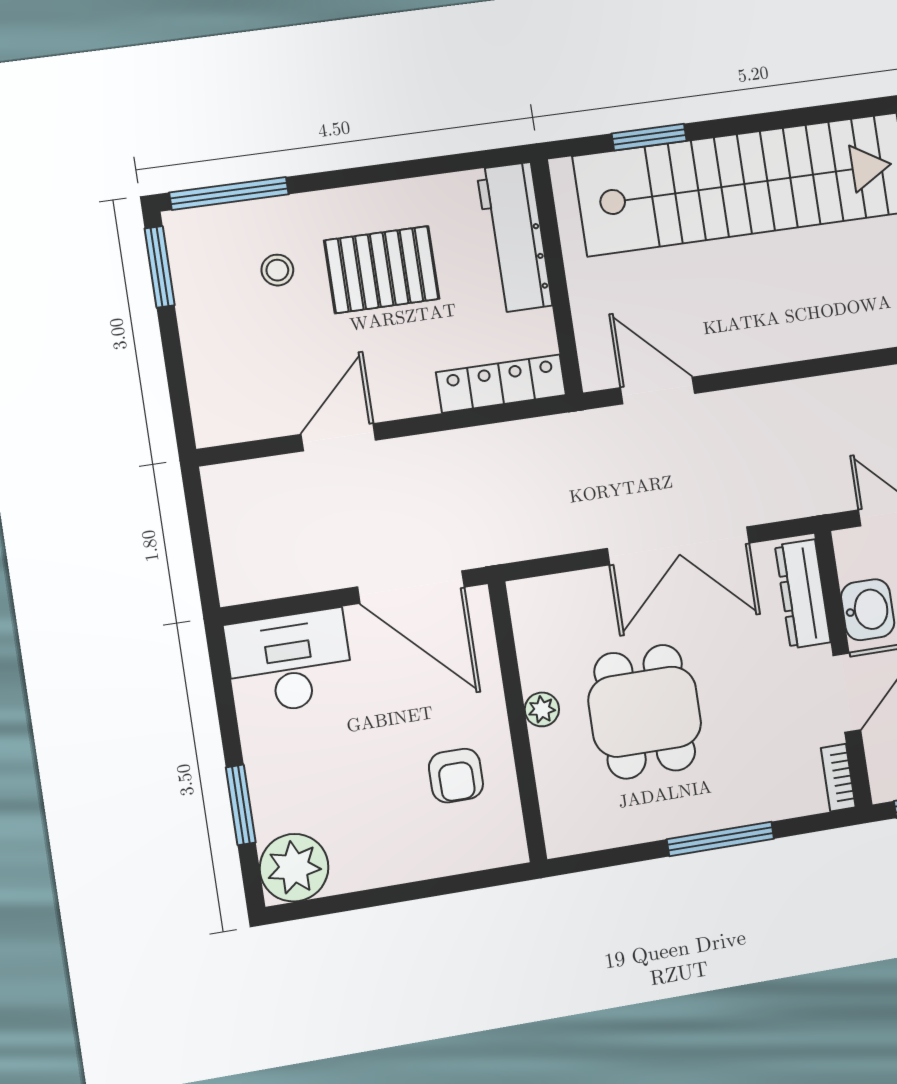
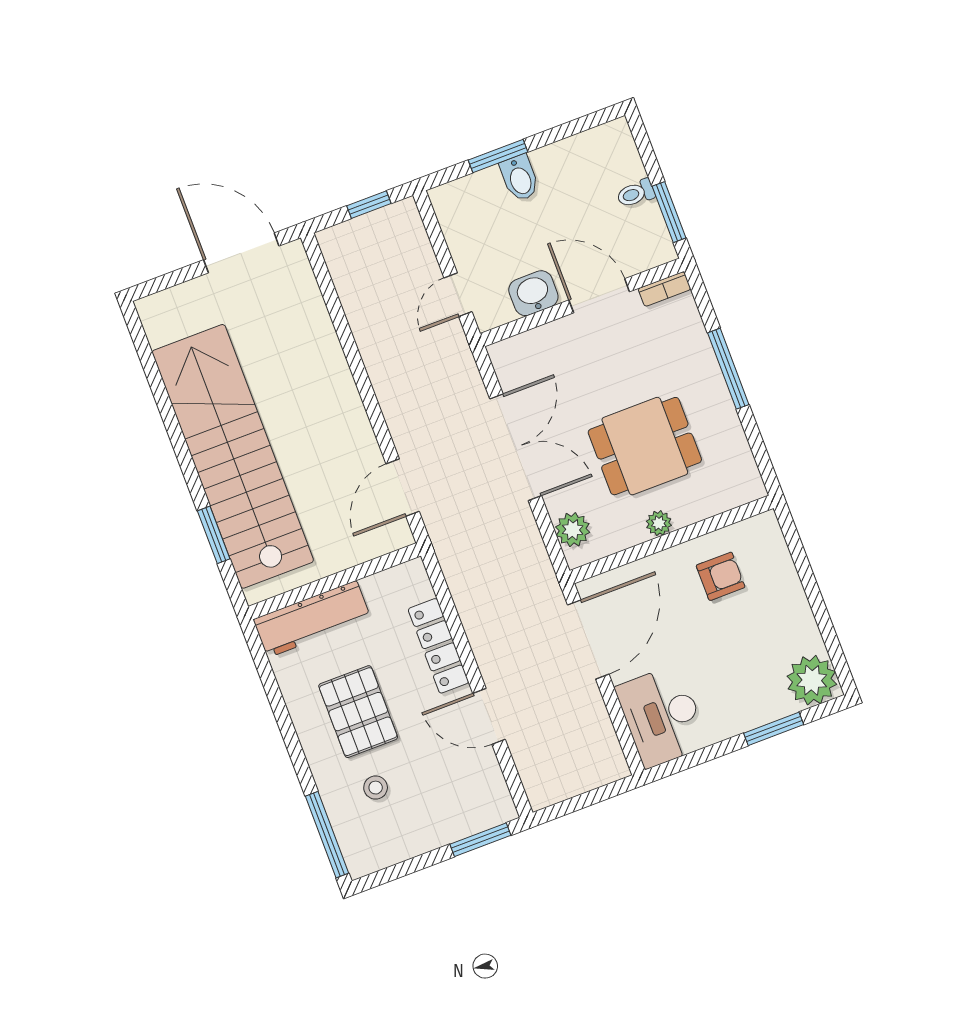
window: (160, 267) -> (480, 840), moved
locker: (501, 384) -> (438, 646), moved
dresser: (803, 594) -> (532, 345), removed
plant: (557, 597) -> (573, 530), added

